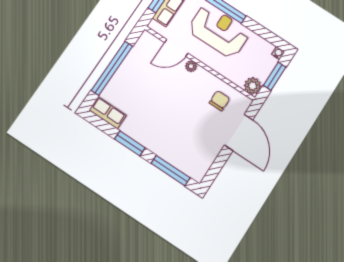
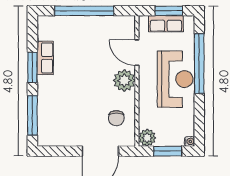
plant: (191, 66) -> (124, 80), width x1.87, depth x1.87
chair: (220, 101) -> (116, 118), turned 90
row of seats: (108, 113) -> (45, 58), moved

